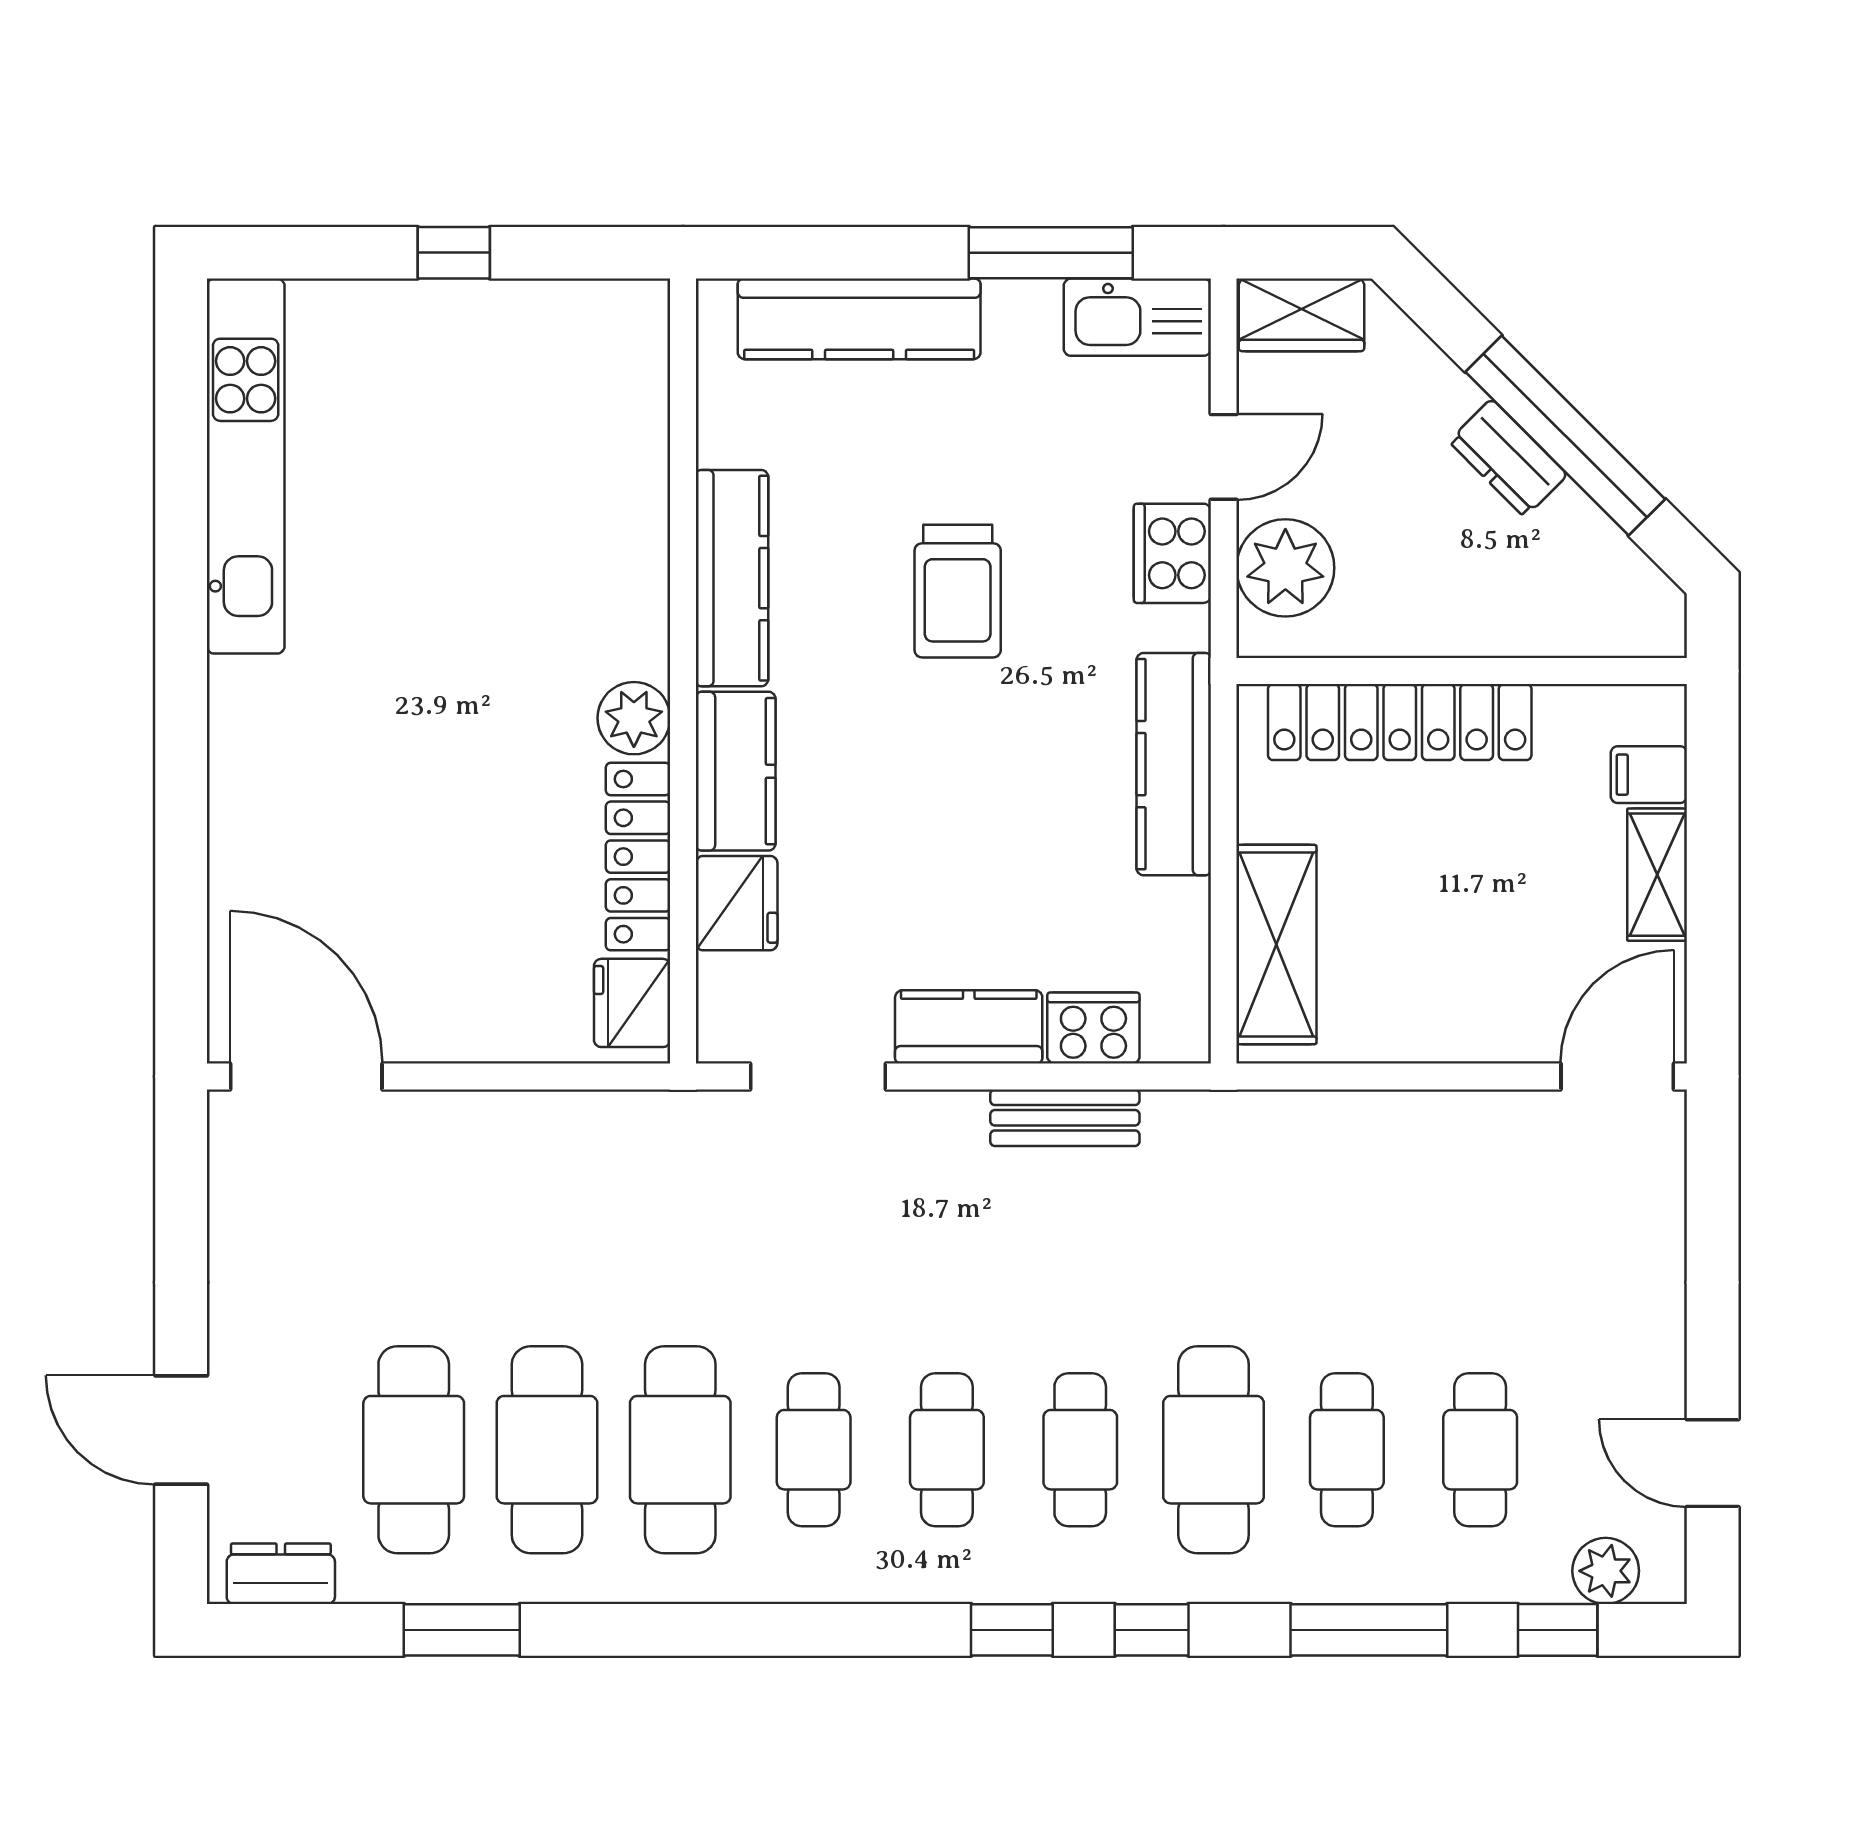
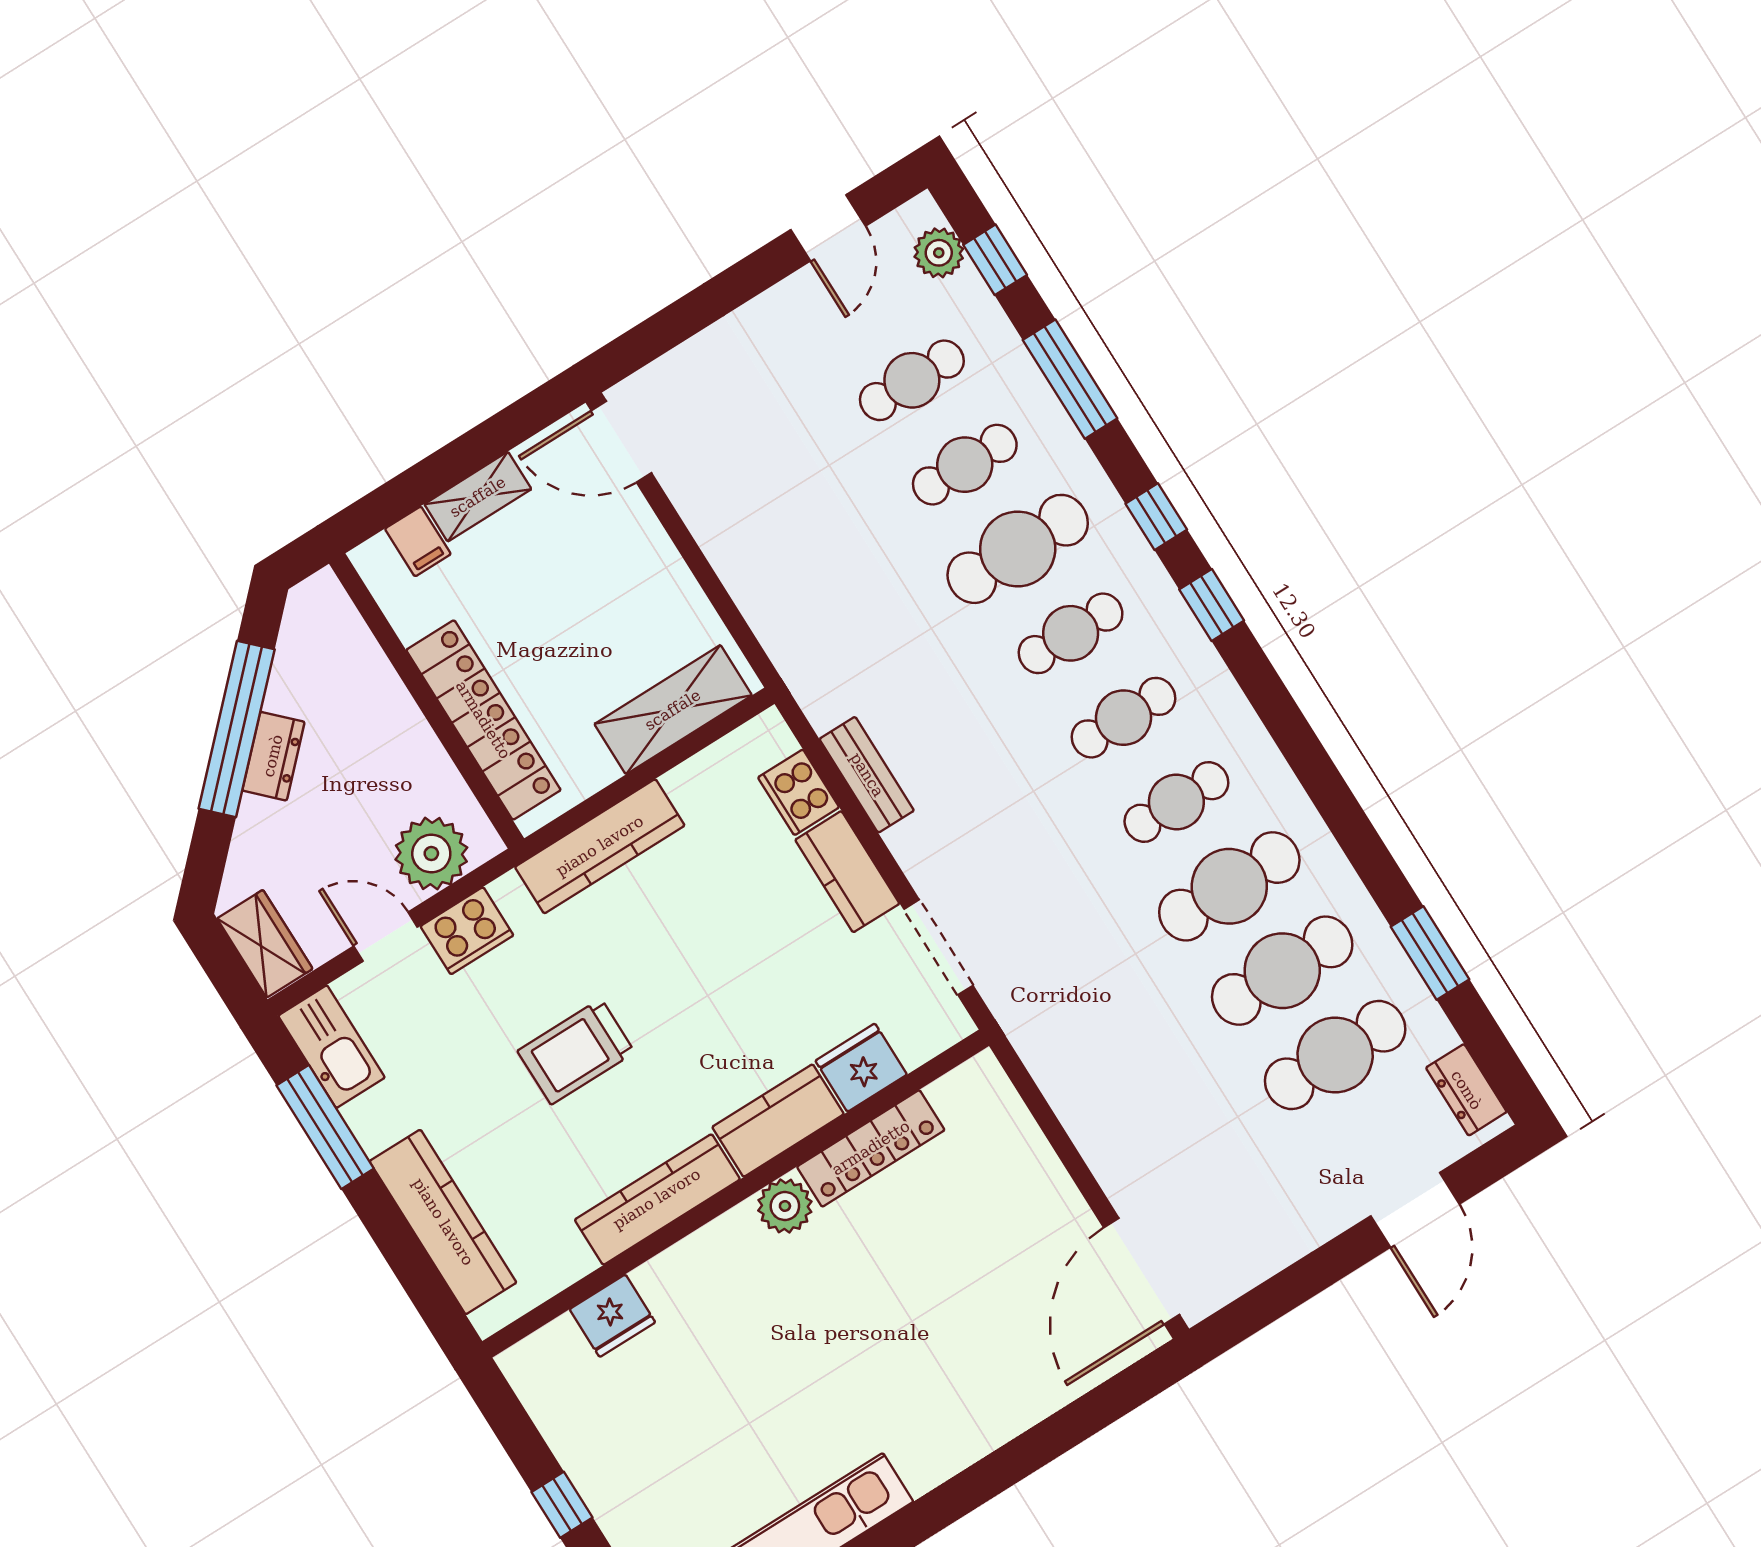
trolley: (958, 591) -> (576, 1052), turned 180
fridge: (632, 1003) -> (612, 1316), moved

